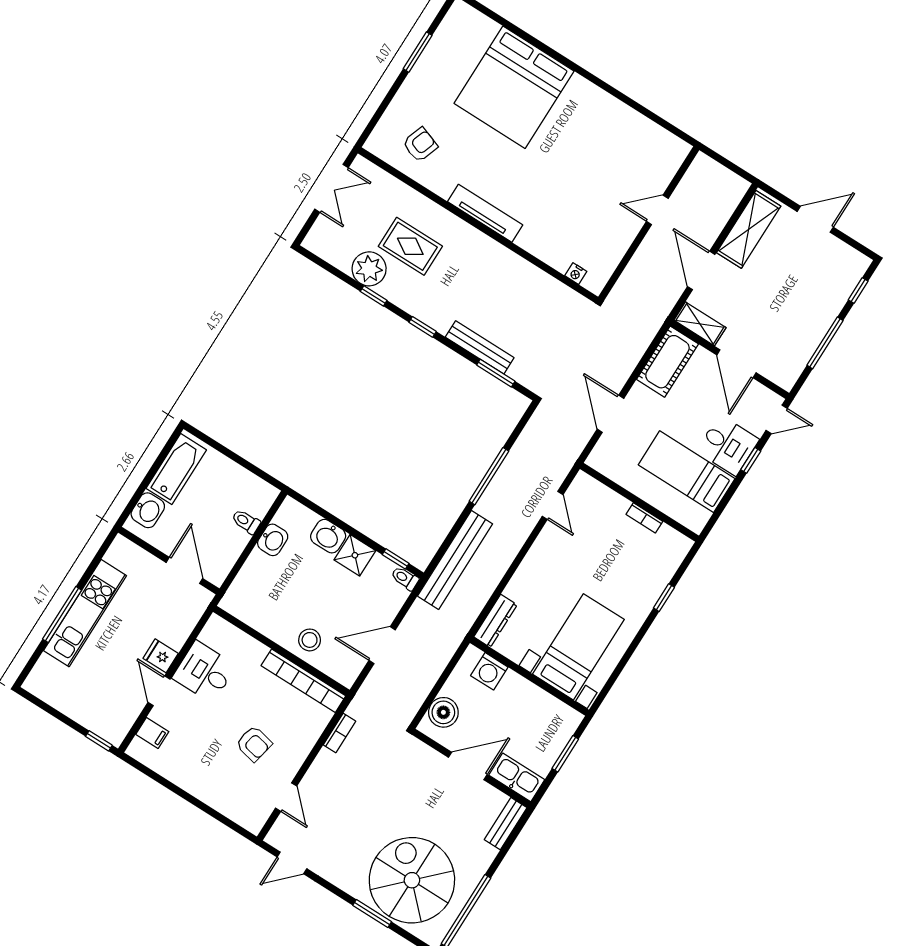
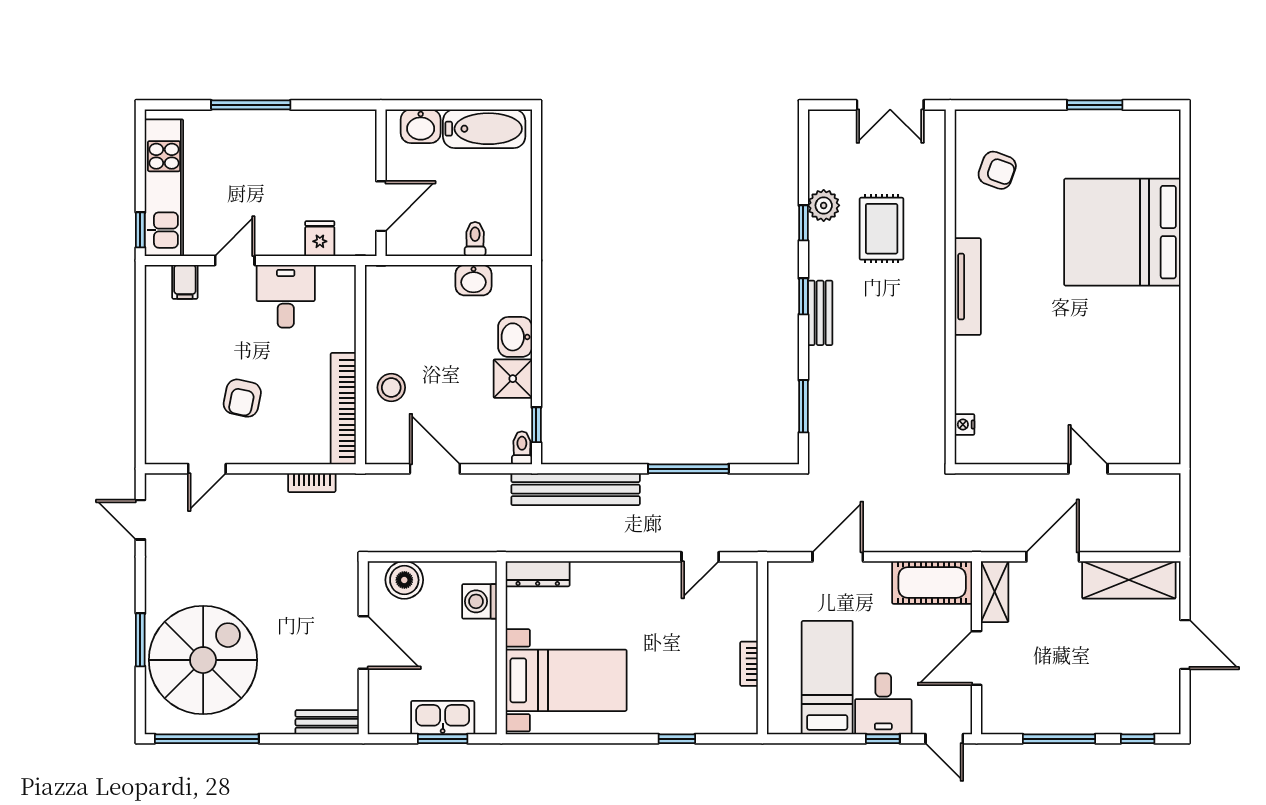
plant: (369, 269) -> (824, 205), width x0.73, depth x0.73
bench: (480, 347) -> (820, 313), moved, width x0.73
kitchen unit: (85, 613) -> (164, 188), moved, turned -90
fridge: (161, 656) -> (320, 239), moved
kitchen sink: (517, 777) -> (443, 718), moved, turned -90

